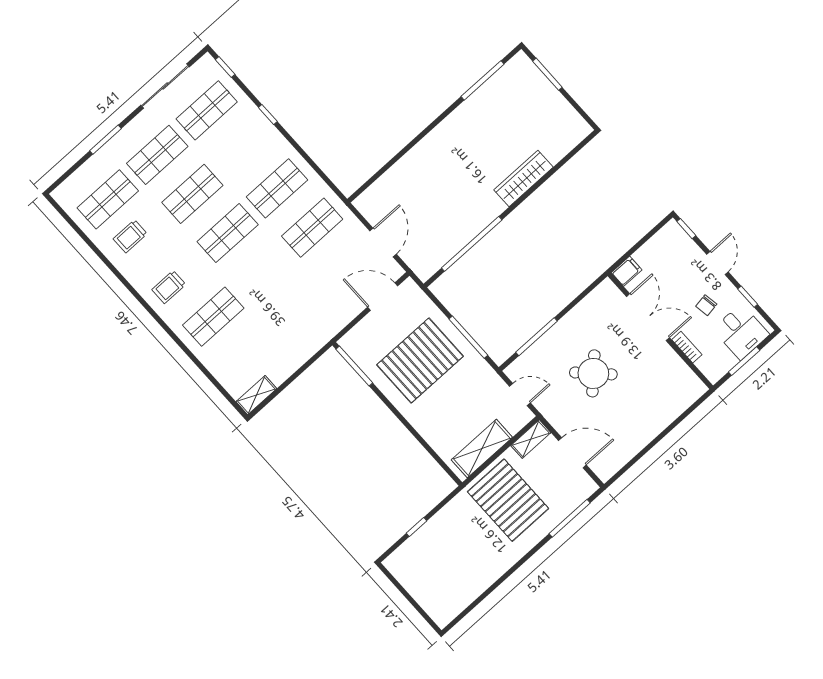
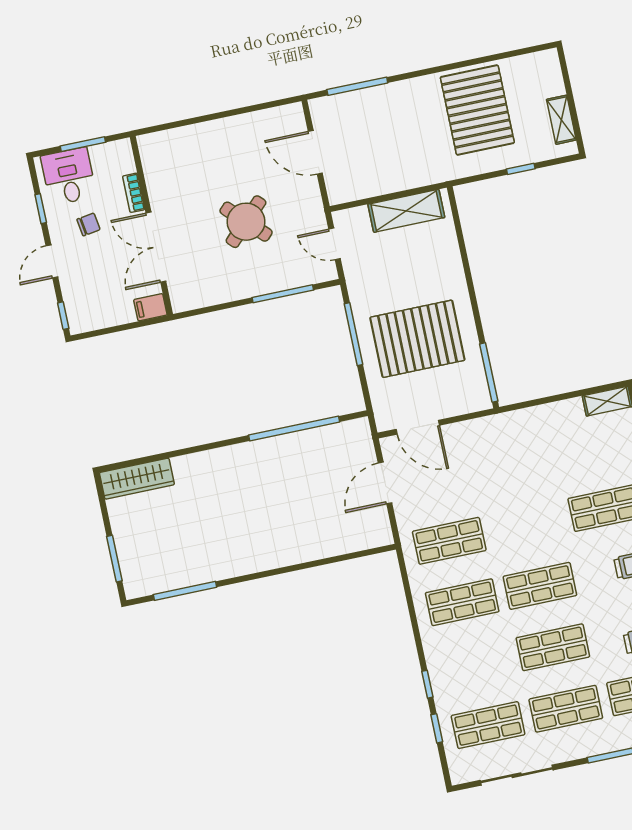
window: (225, 67) -> (437, 728), moved
wardrobe: (523, 179) -> (137, 479), moved
shelving: (531, 439) -> (561, 120), moved, turned 90
pallet: (508, 500) -> (477, 110), moved

